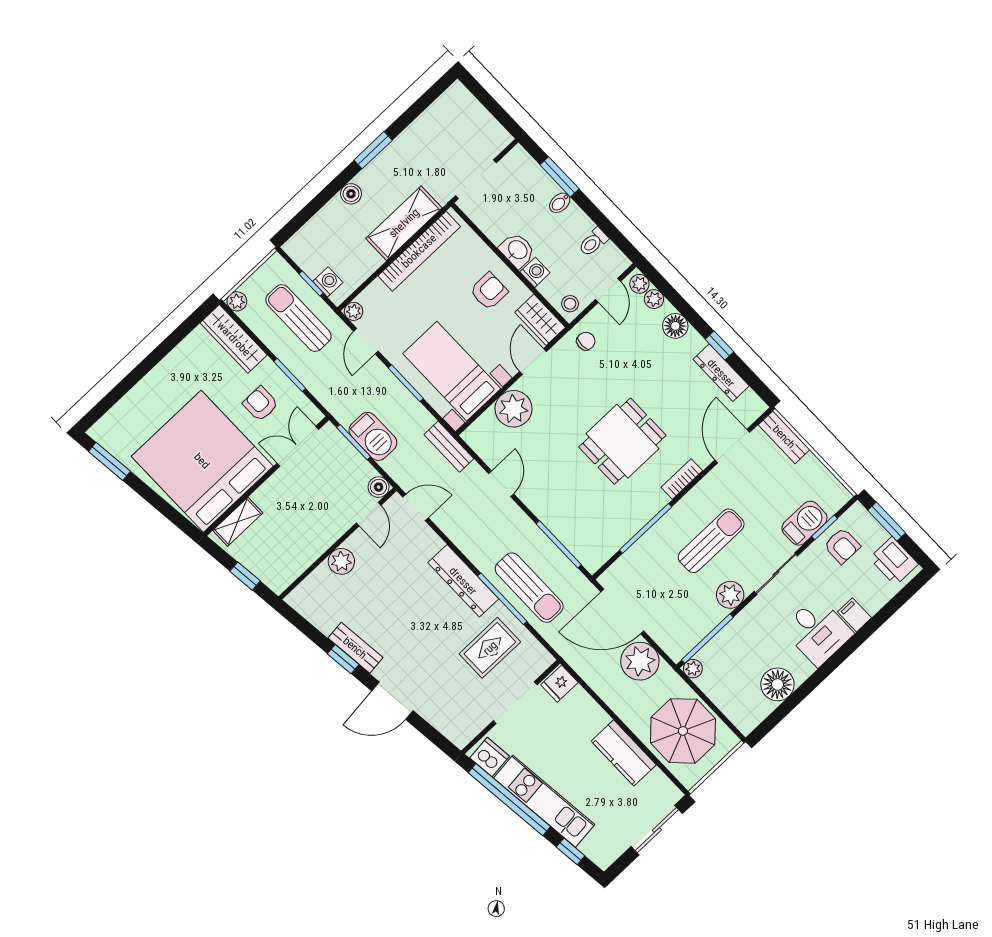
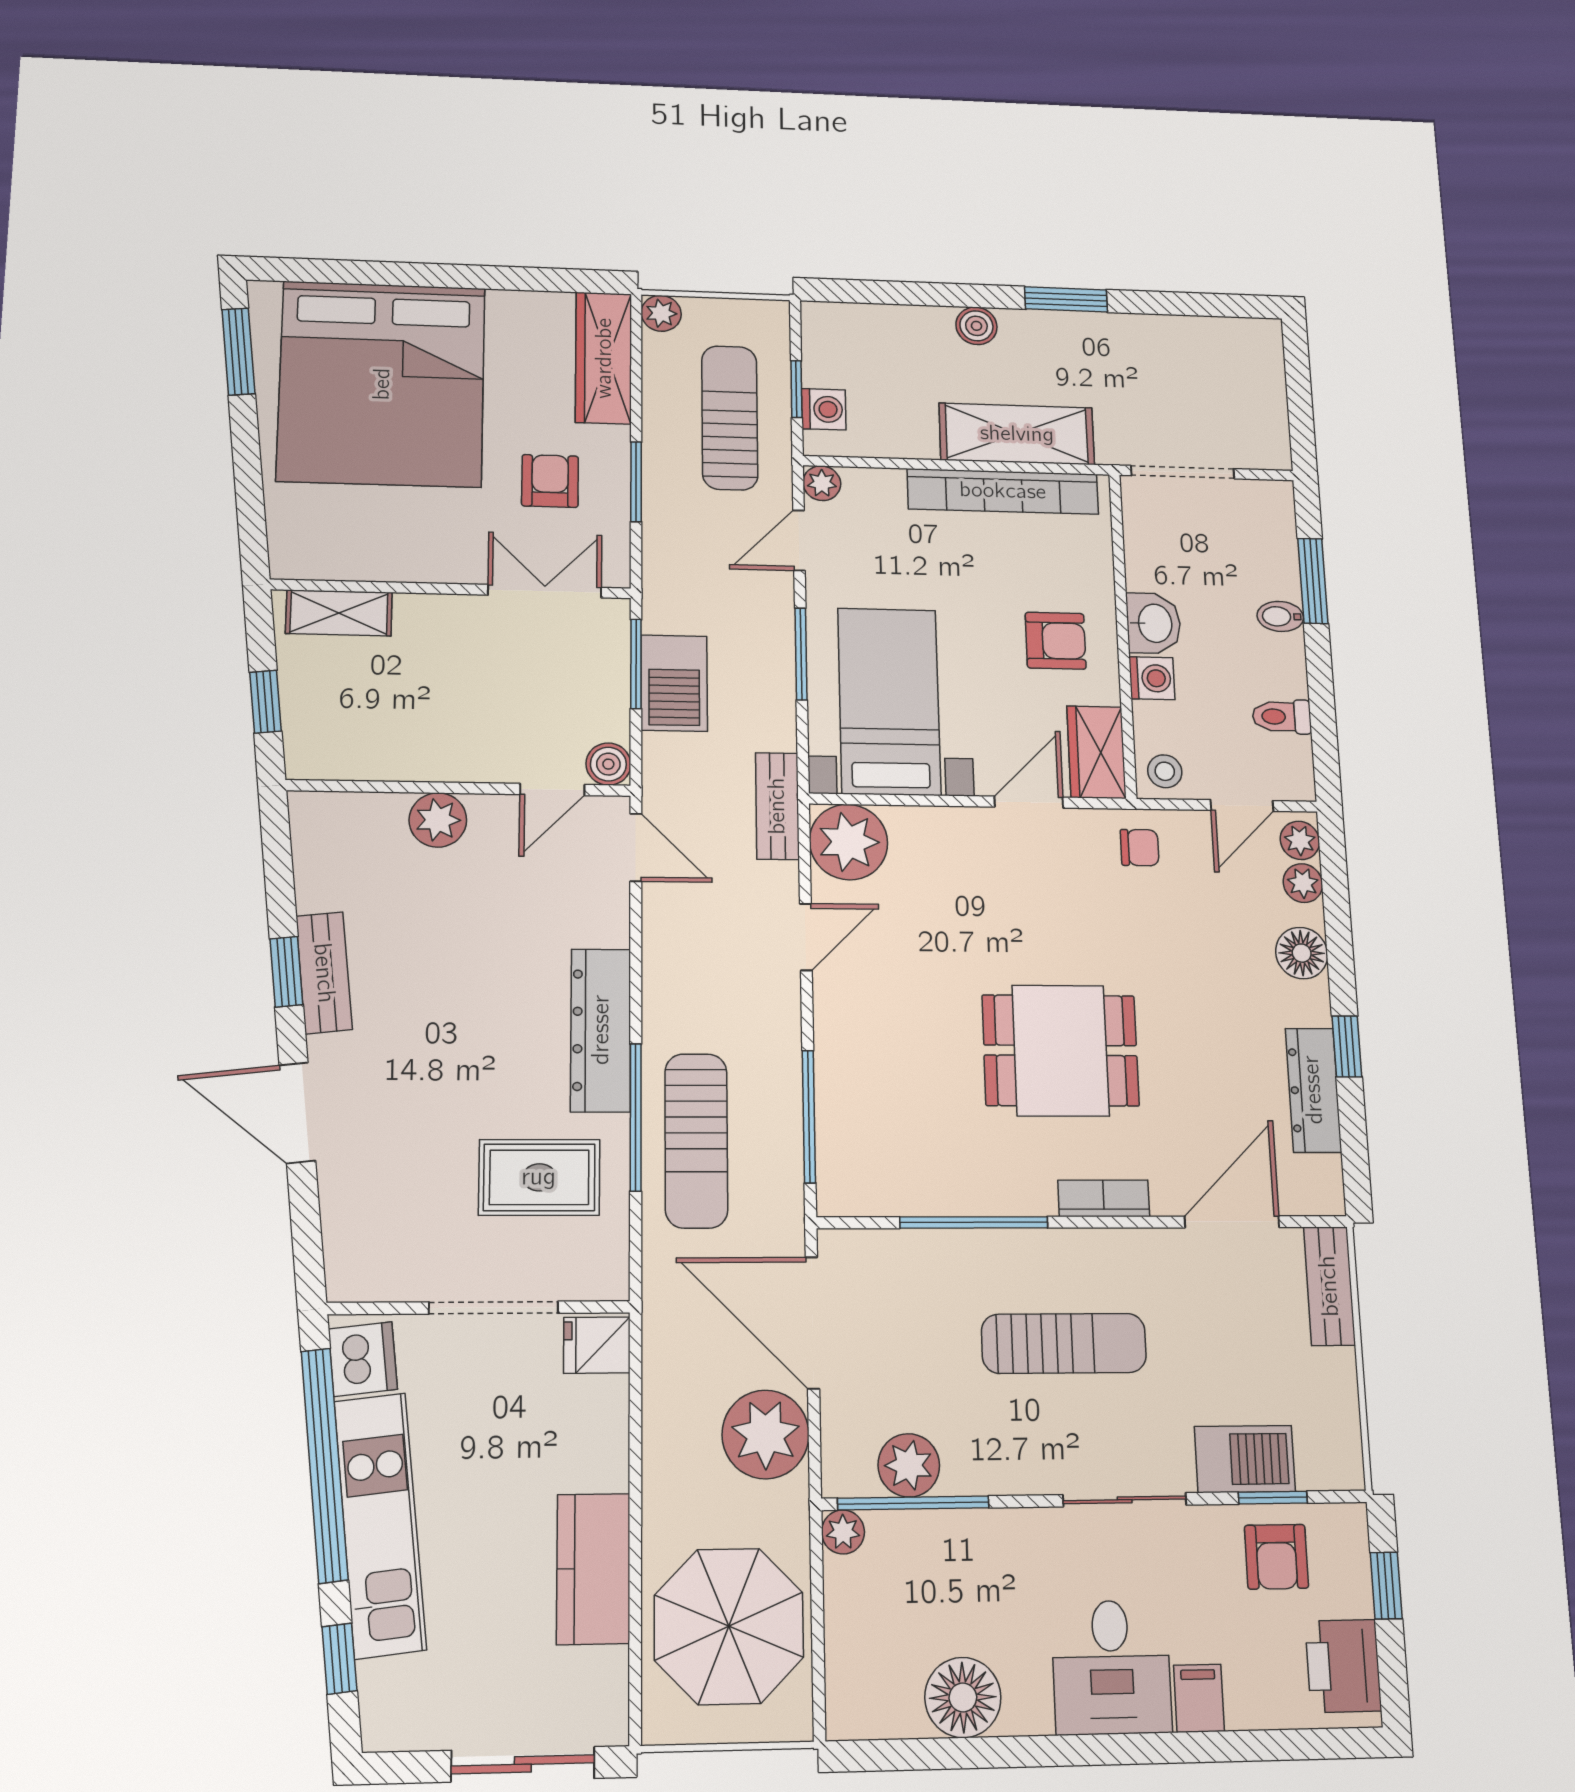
plant: (513, 409) -> (849, 842), moved
bed: (202, 461) -> (382, 384), moved, turned 180
window: (887, 522) -> (1386, 1586), width x0.67
plant: (730, 595) -> (909, 1465), moved

